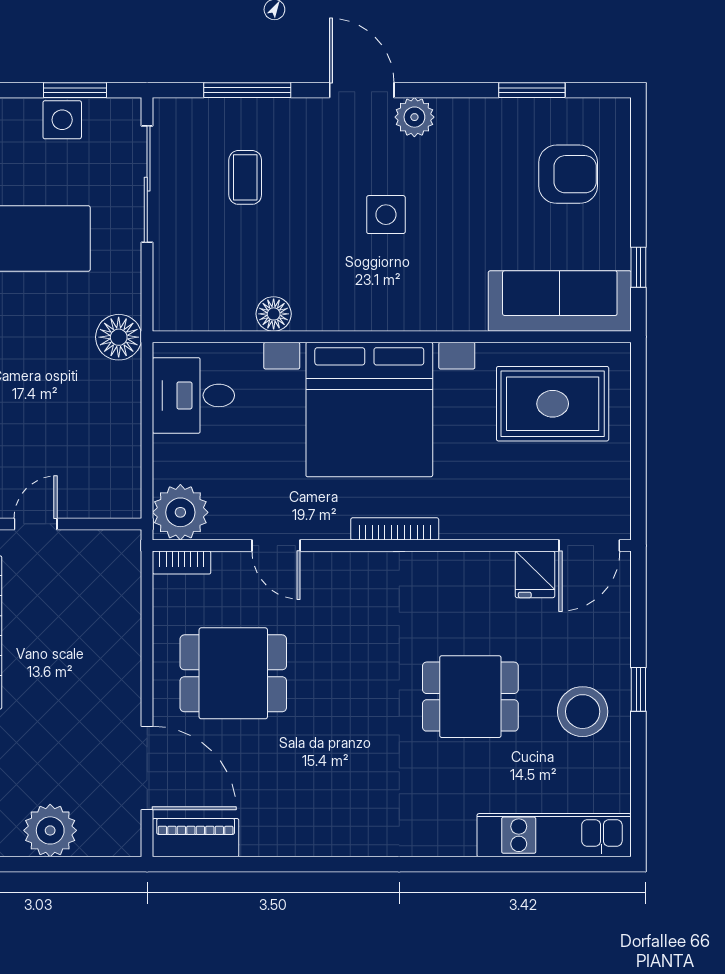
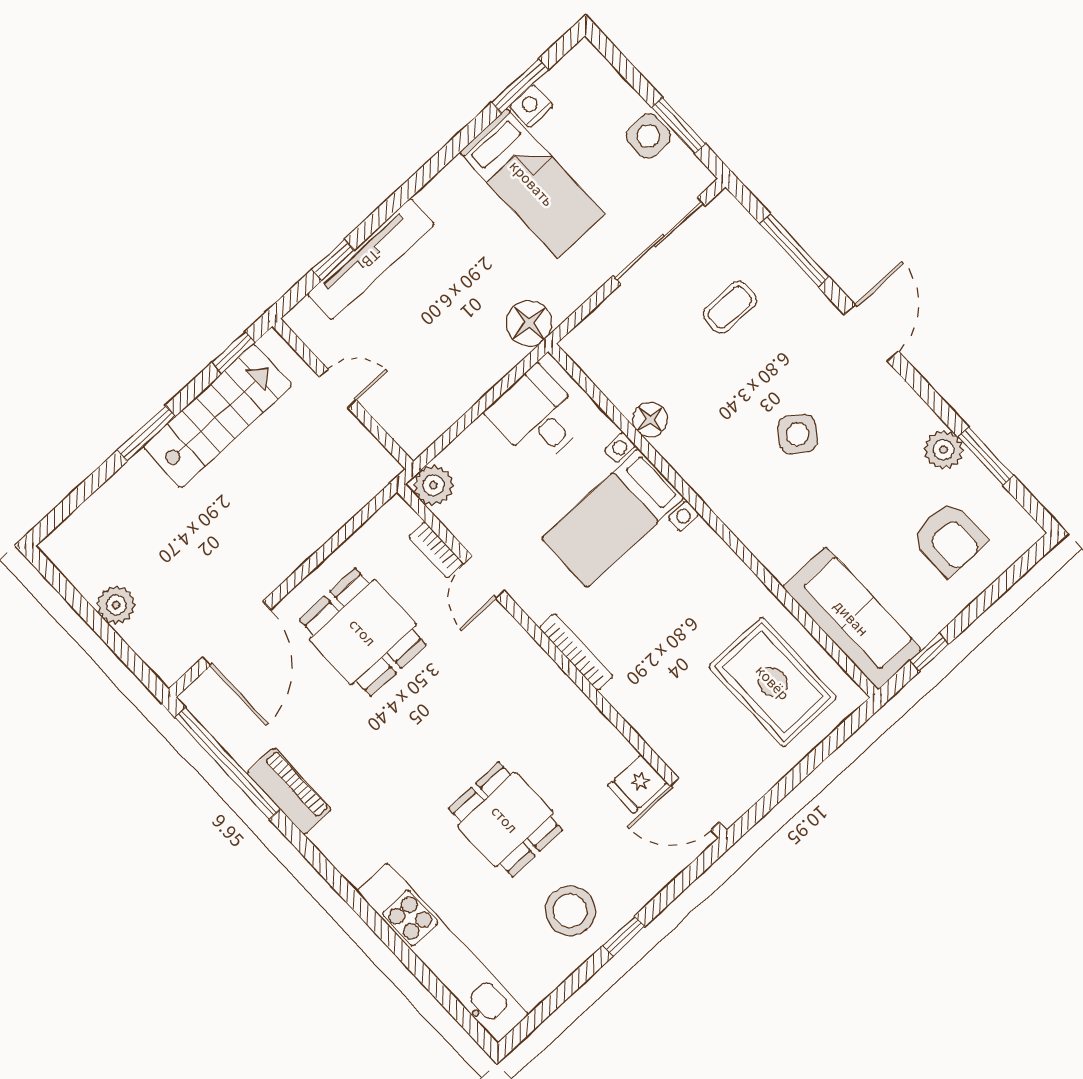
plant: (414, 117) -> (943, 450), moved
side table: (386, 215) -> (798, 434), turned 36
bed with nightstands: (369, 410) -> (613, 518), width x0.54
plant: (180, 512) -> (433, 485), width x0.73, depth x0.73
bookcase: (182, 563) -> (436, 550), moved
plant: (50, 830) -> (116, 605), width x0.73, depth x0.73
kitchen unit: (554, 835) -> (443, 953), width x1.36
piano: (196, 838) -> (289, 791), moved
window: (237, 864) -> (227, 763), added

